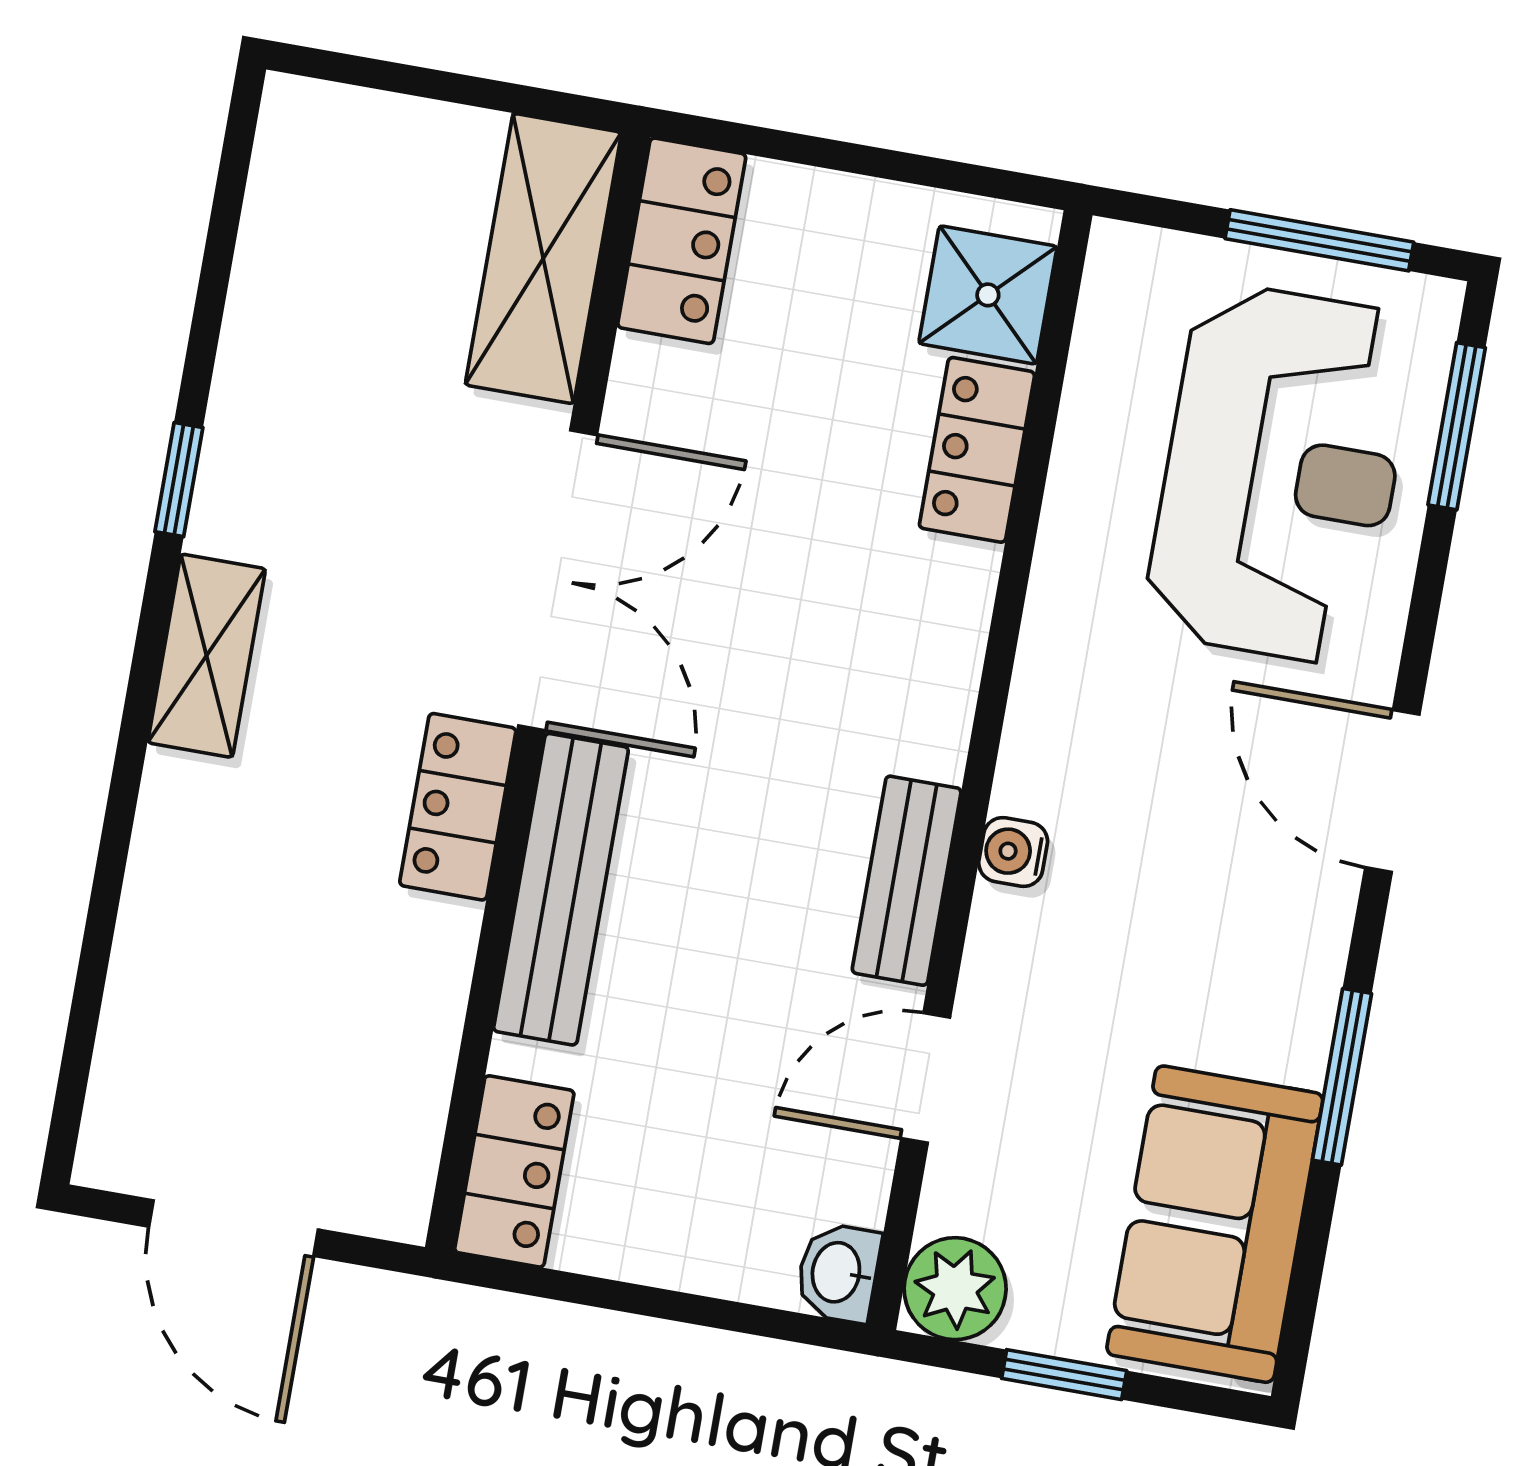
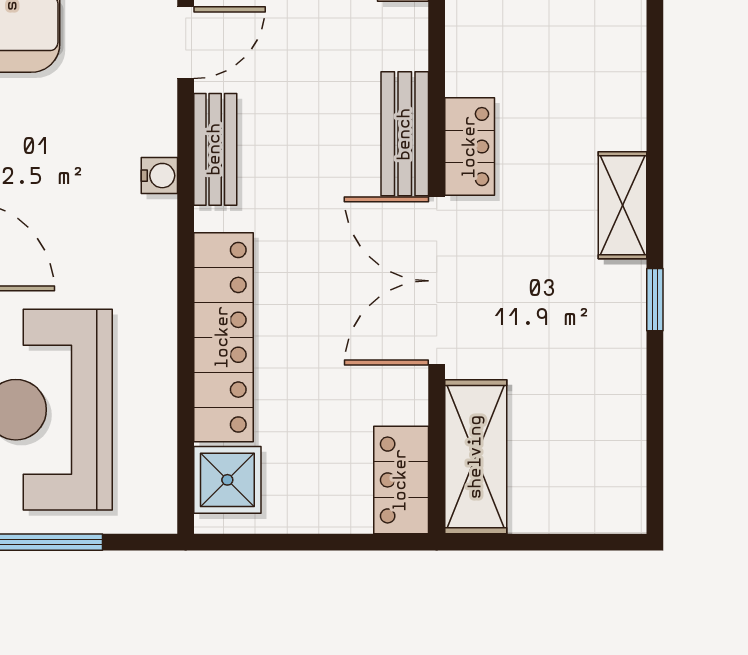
locker: (977, 450) -> (223, 337), width x2.16, depth x1.21
bench: (561, 889) -> (405, 134), width x0.73

